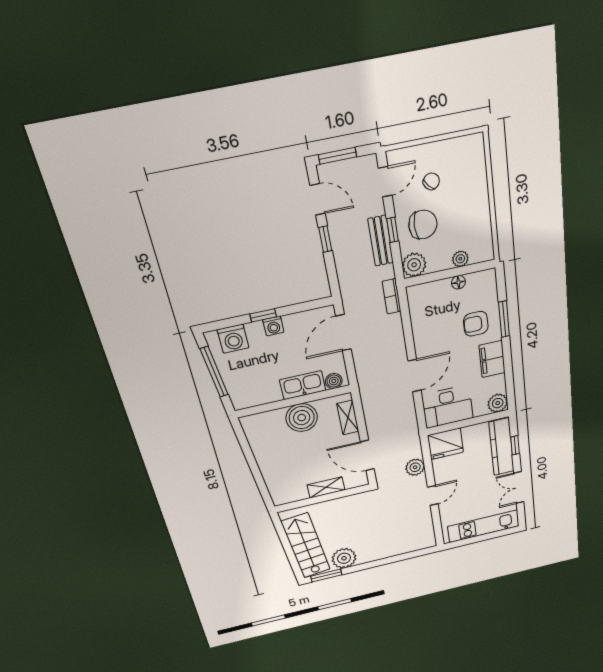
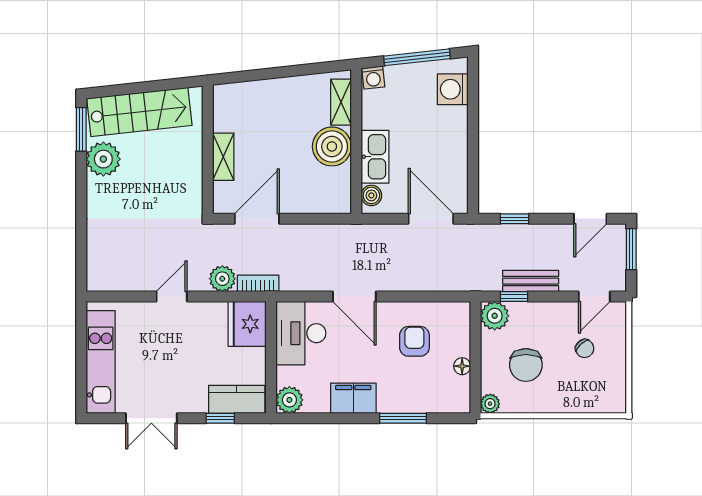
door: (385, 182) -> (594, 297), hinge flipped
chair: (423, 225) -> (526, 365), moved
window: (392, 230) -> (514, 297), moved
window: (325, 239) -> (515, 219), moved
plant: (460, 259) -> (490, 404), moved
bookcase: (392, 296) -> (258, 283), moved
window: (263, 315) -> (473, 130), removed
armchair: (476, 324) -> (414, 341), moved
washing machine: (273, 326) -> (373, 78), moved, turned -96
shelving: (348, 418) -> (341, 102), moved, turned 90
kitchen counter: (501, 447) -> (237, 399), width x0.67
double door: (519, 488) -> (151, 418), swing flipped
door: (433, 495) -> (172, 297), swing flipped

